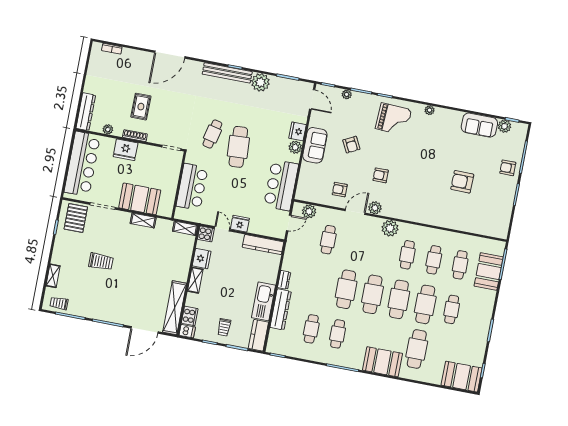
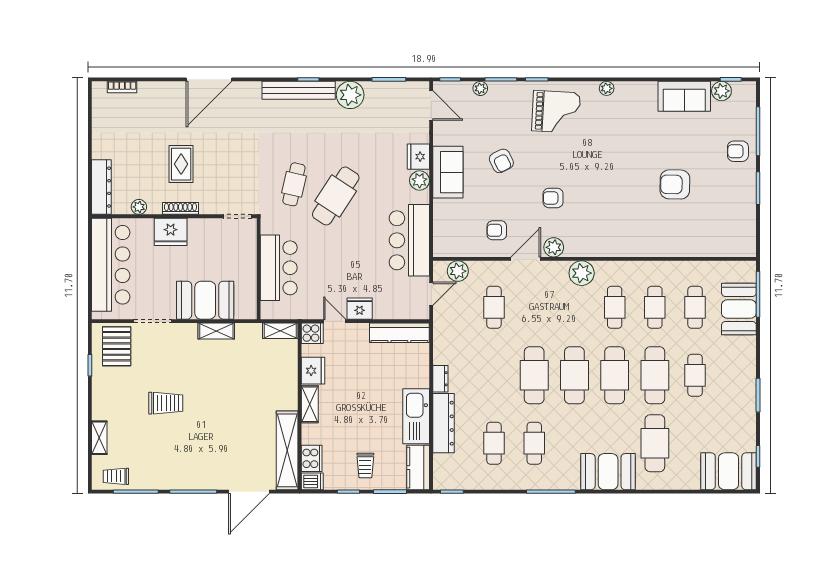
cafe table: (238, 147) -> (336, 196), turned 36

